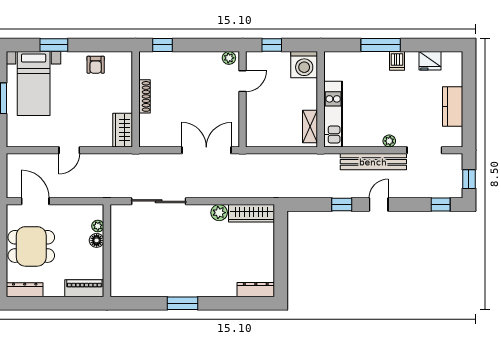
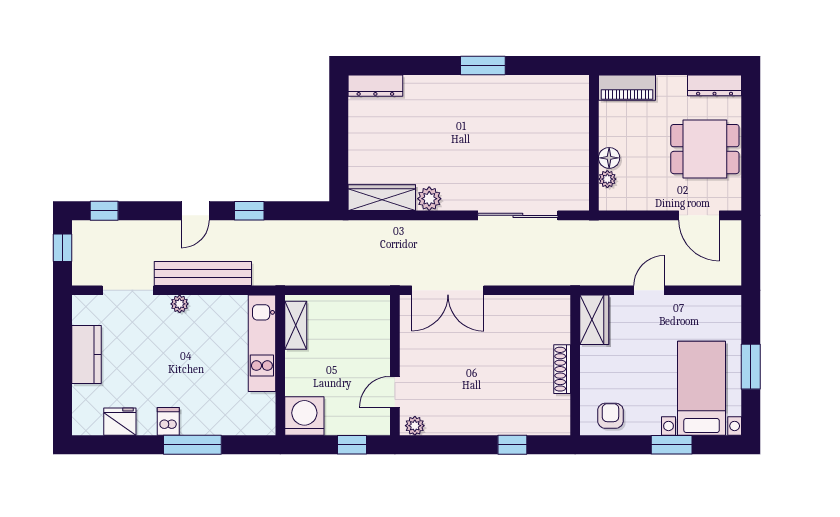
shoe rack: (145, 96) -> (562, 369), moved
wall: (136, 99) -> (575, 365), moved
wardrobe: (123, 130) -> (594, 320), moved

